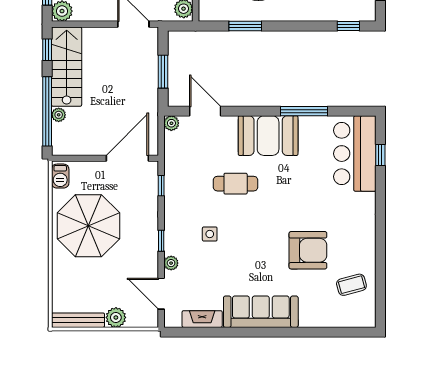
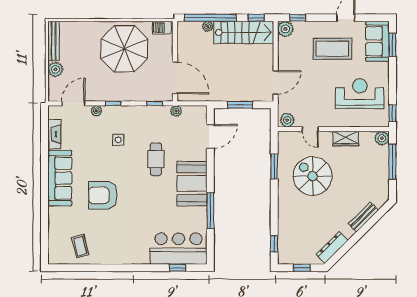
plant: (171, 123) -> (176, 111), moved
armchair: (308, 250) -> (103, 195), moved, turned 90

